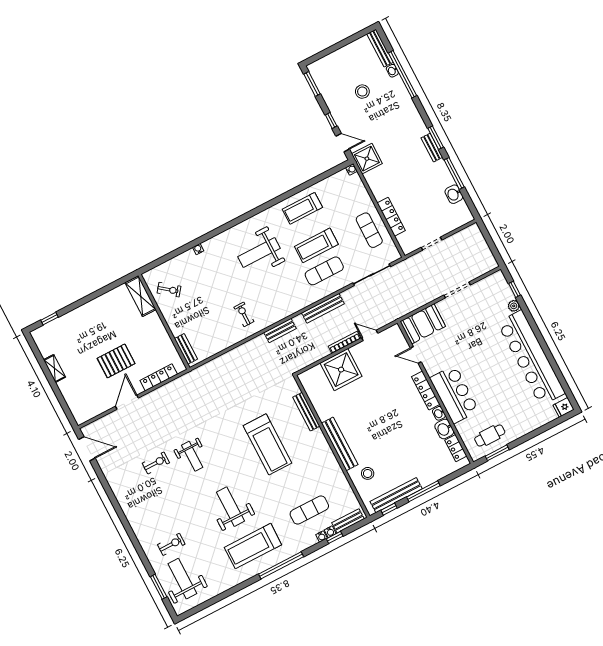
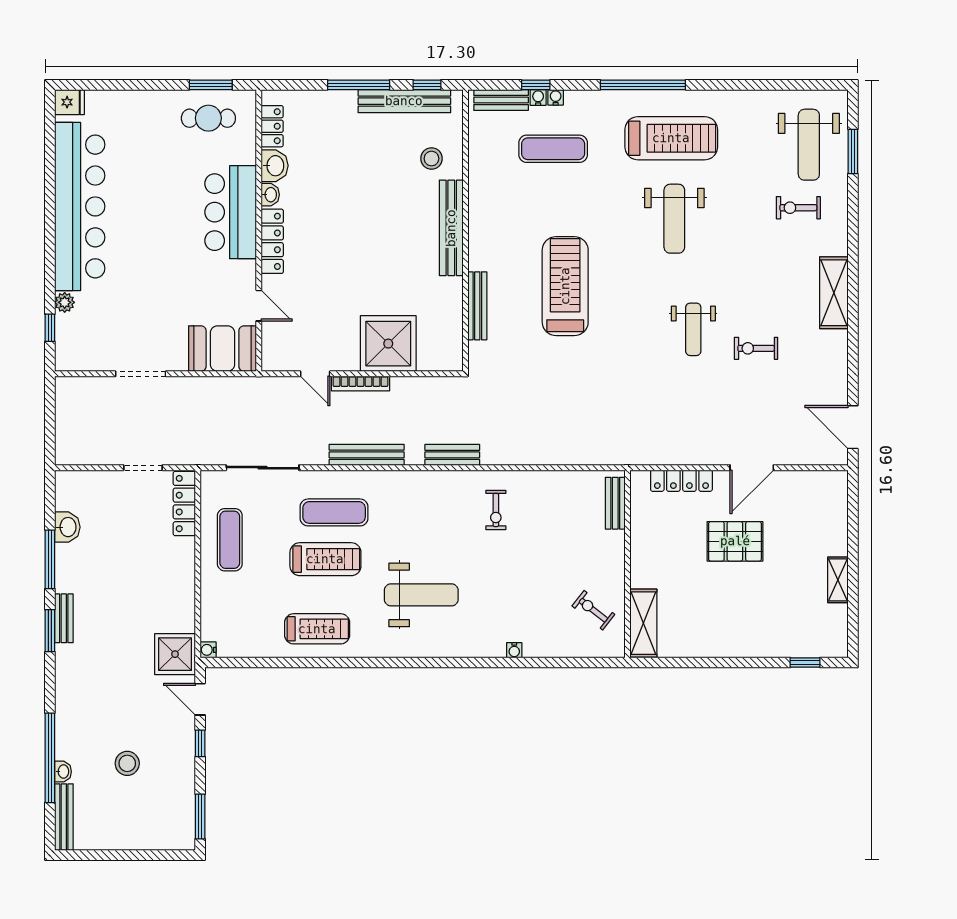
locker: (391, 217) -> (184, 504), moved
weight bench: (192, 456) -> (693, 329), turned 180
shelving: (131, 511) -> (834, 293), added

